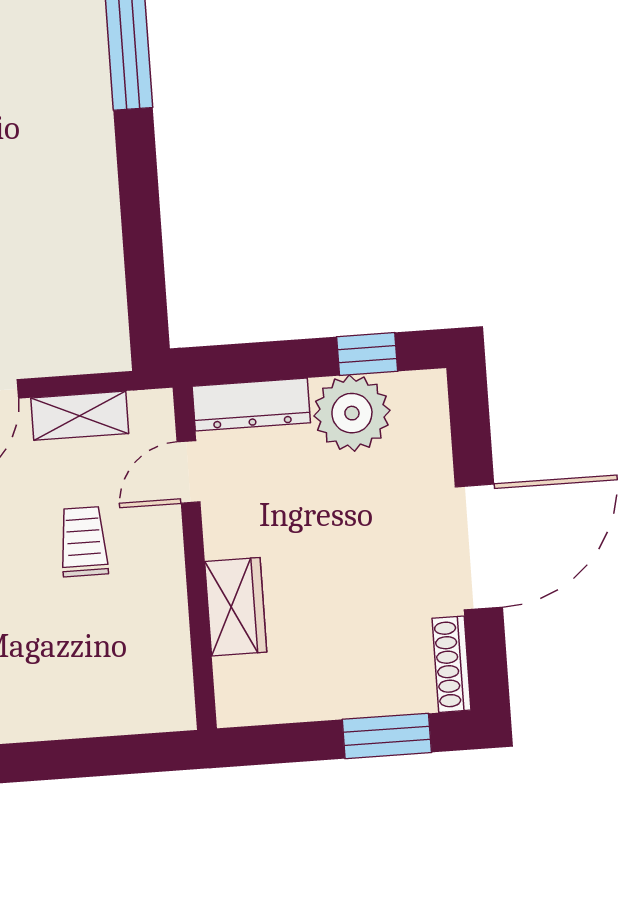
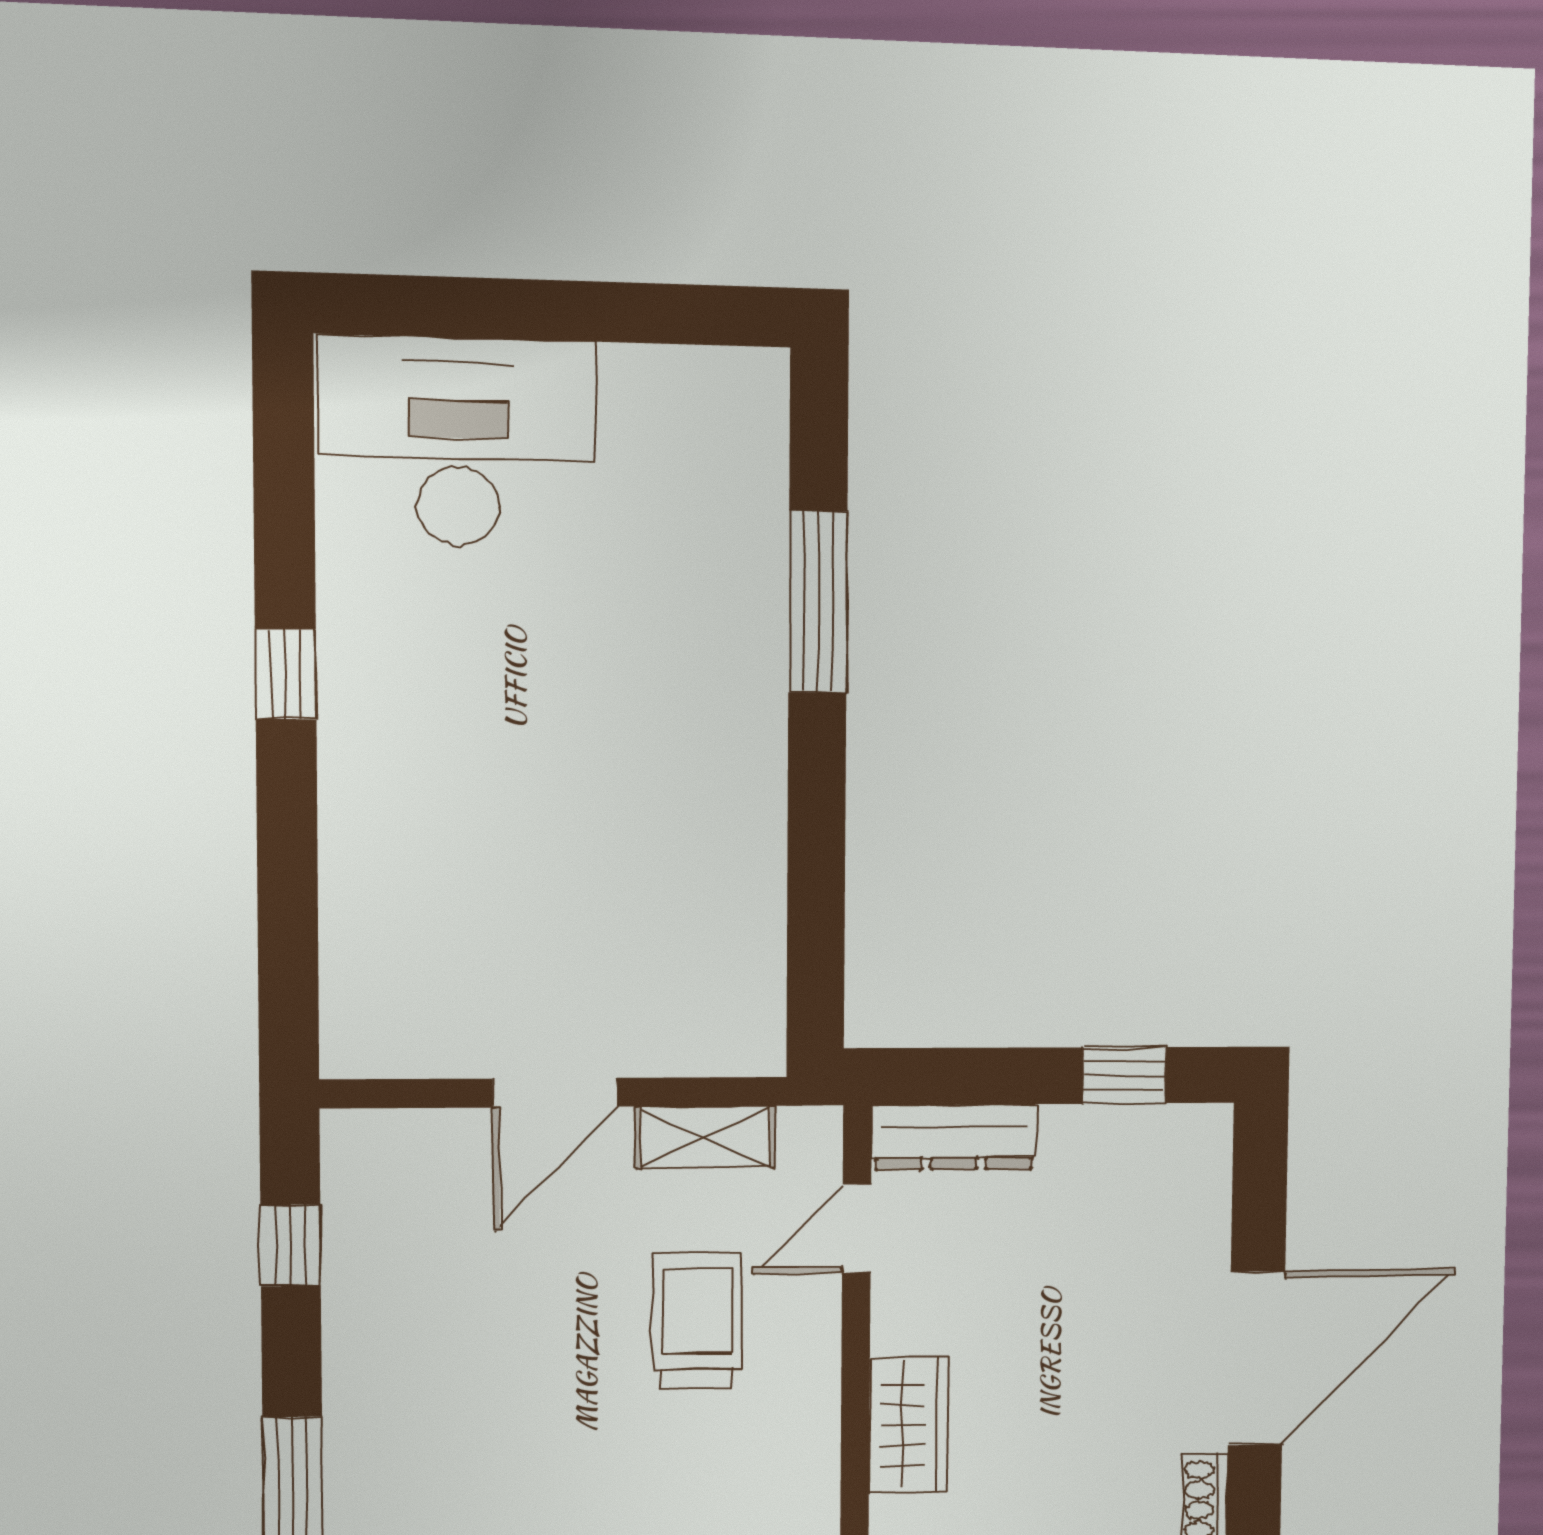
plant: (352, 413) -> (1096, 1159), removed
trolley: (84, 542) -> (697, 1320), width x1.36, depth x1.39

